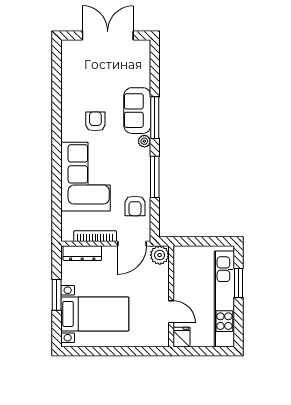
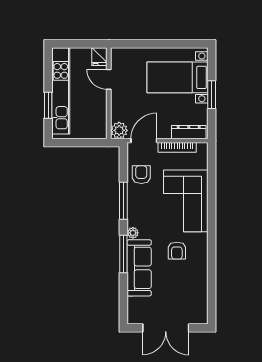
sofa: (137, 111) -> (139, 268), width x1.36

